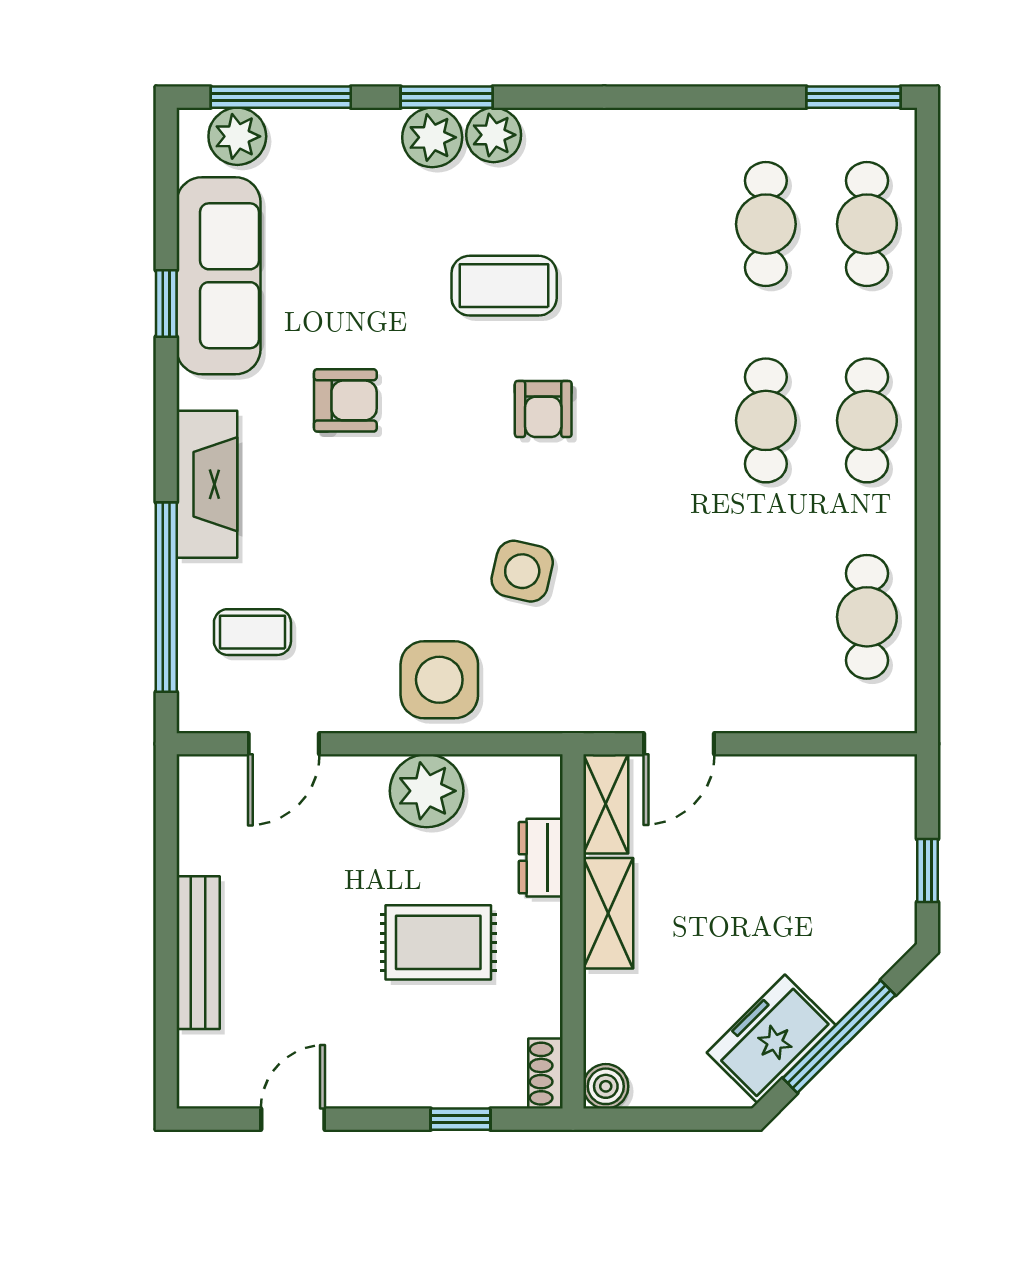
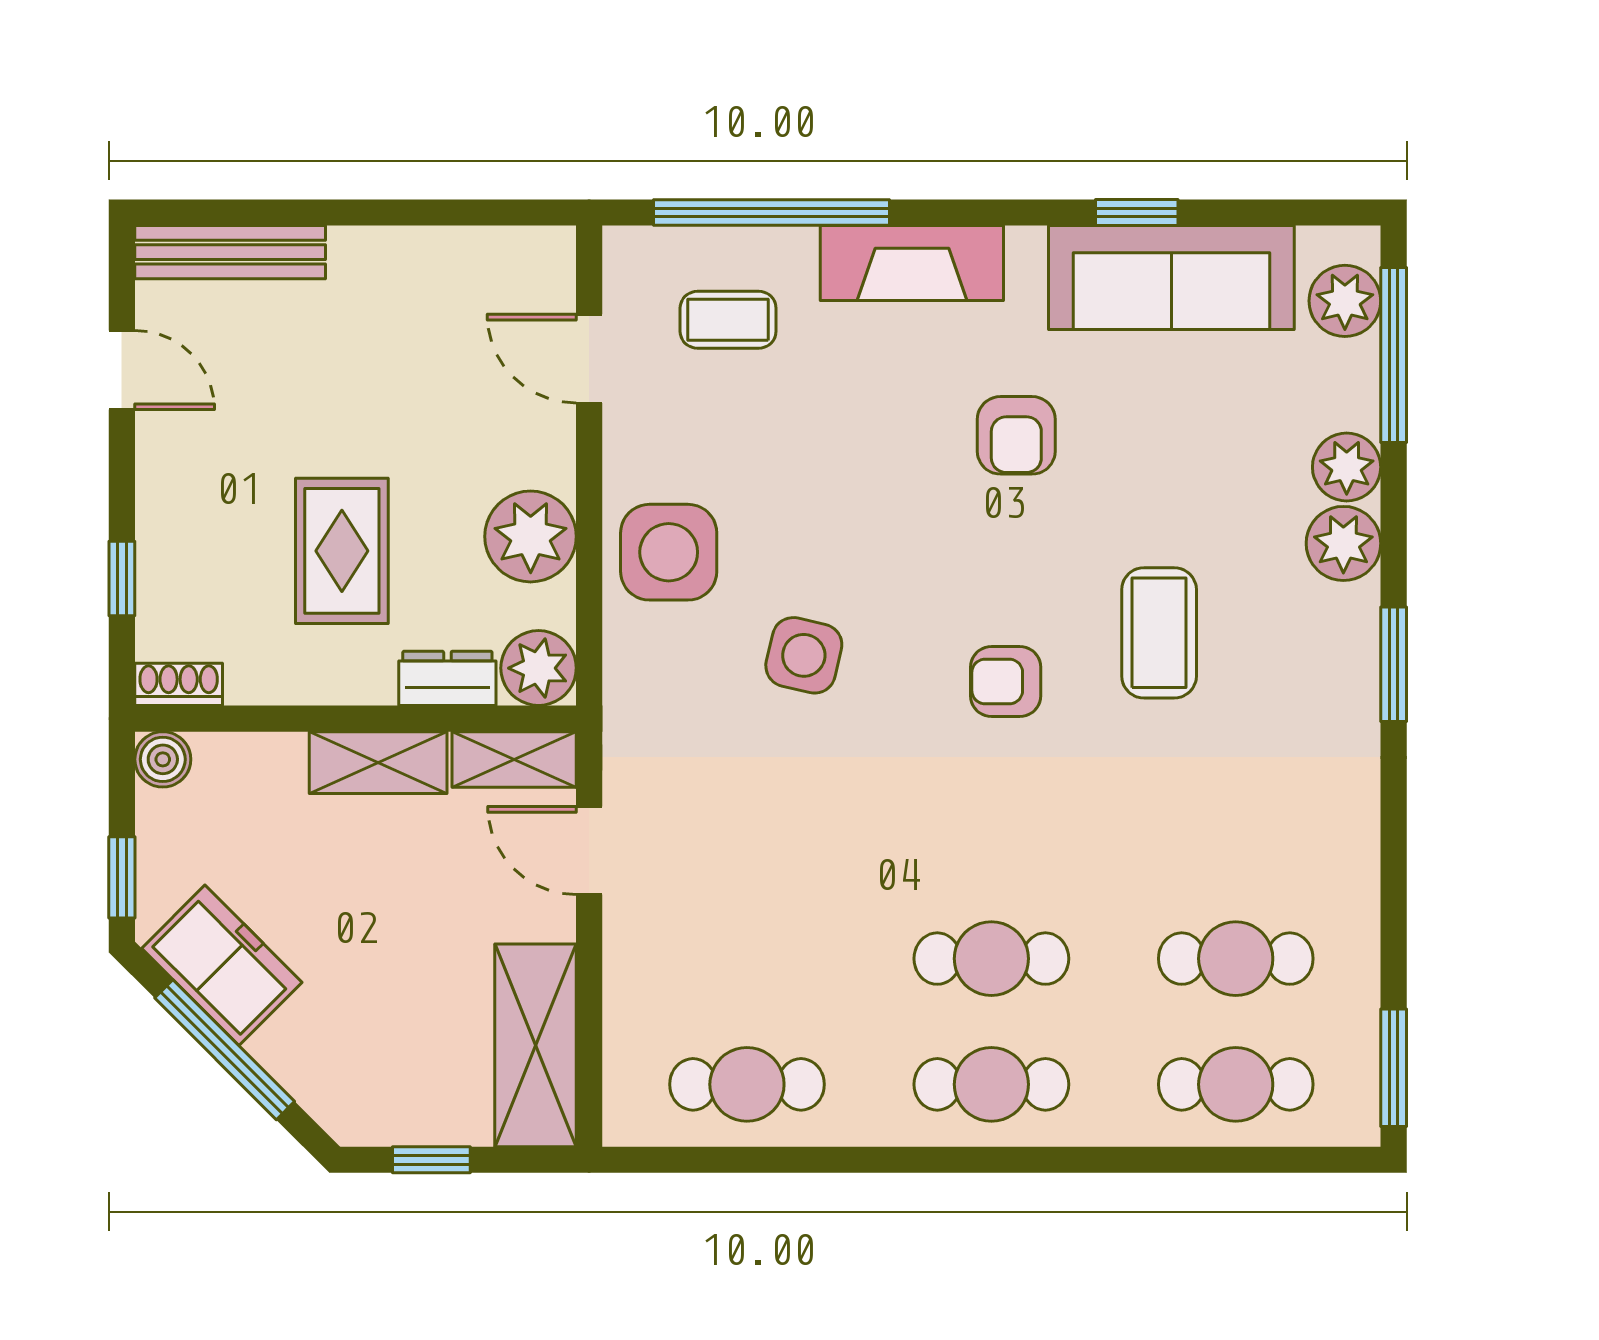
window: (447, 97) -> (1394, 664), moved
plant: (494, 135) -> (1347, 467), moved
coffee table: (252, 632) -> (728, 320), turned 90
plant: (532, 784) -> (539, 668), added
shelving: (836, 787) -> (536, 1045), added
bench: (198, 953) -> (230, 252), moved
window: (701, 1119) -> (122, 877), added

